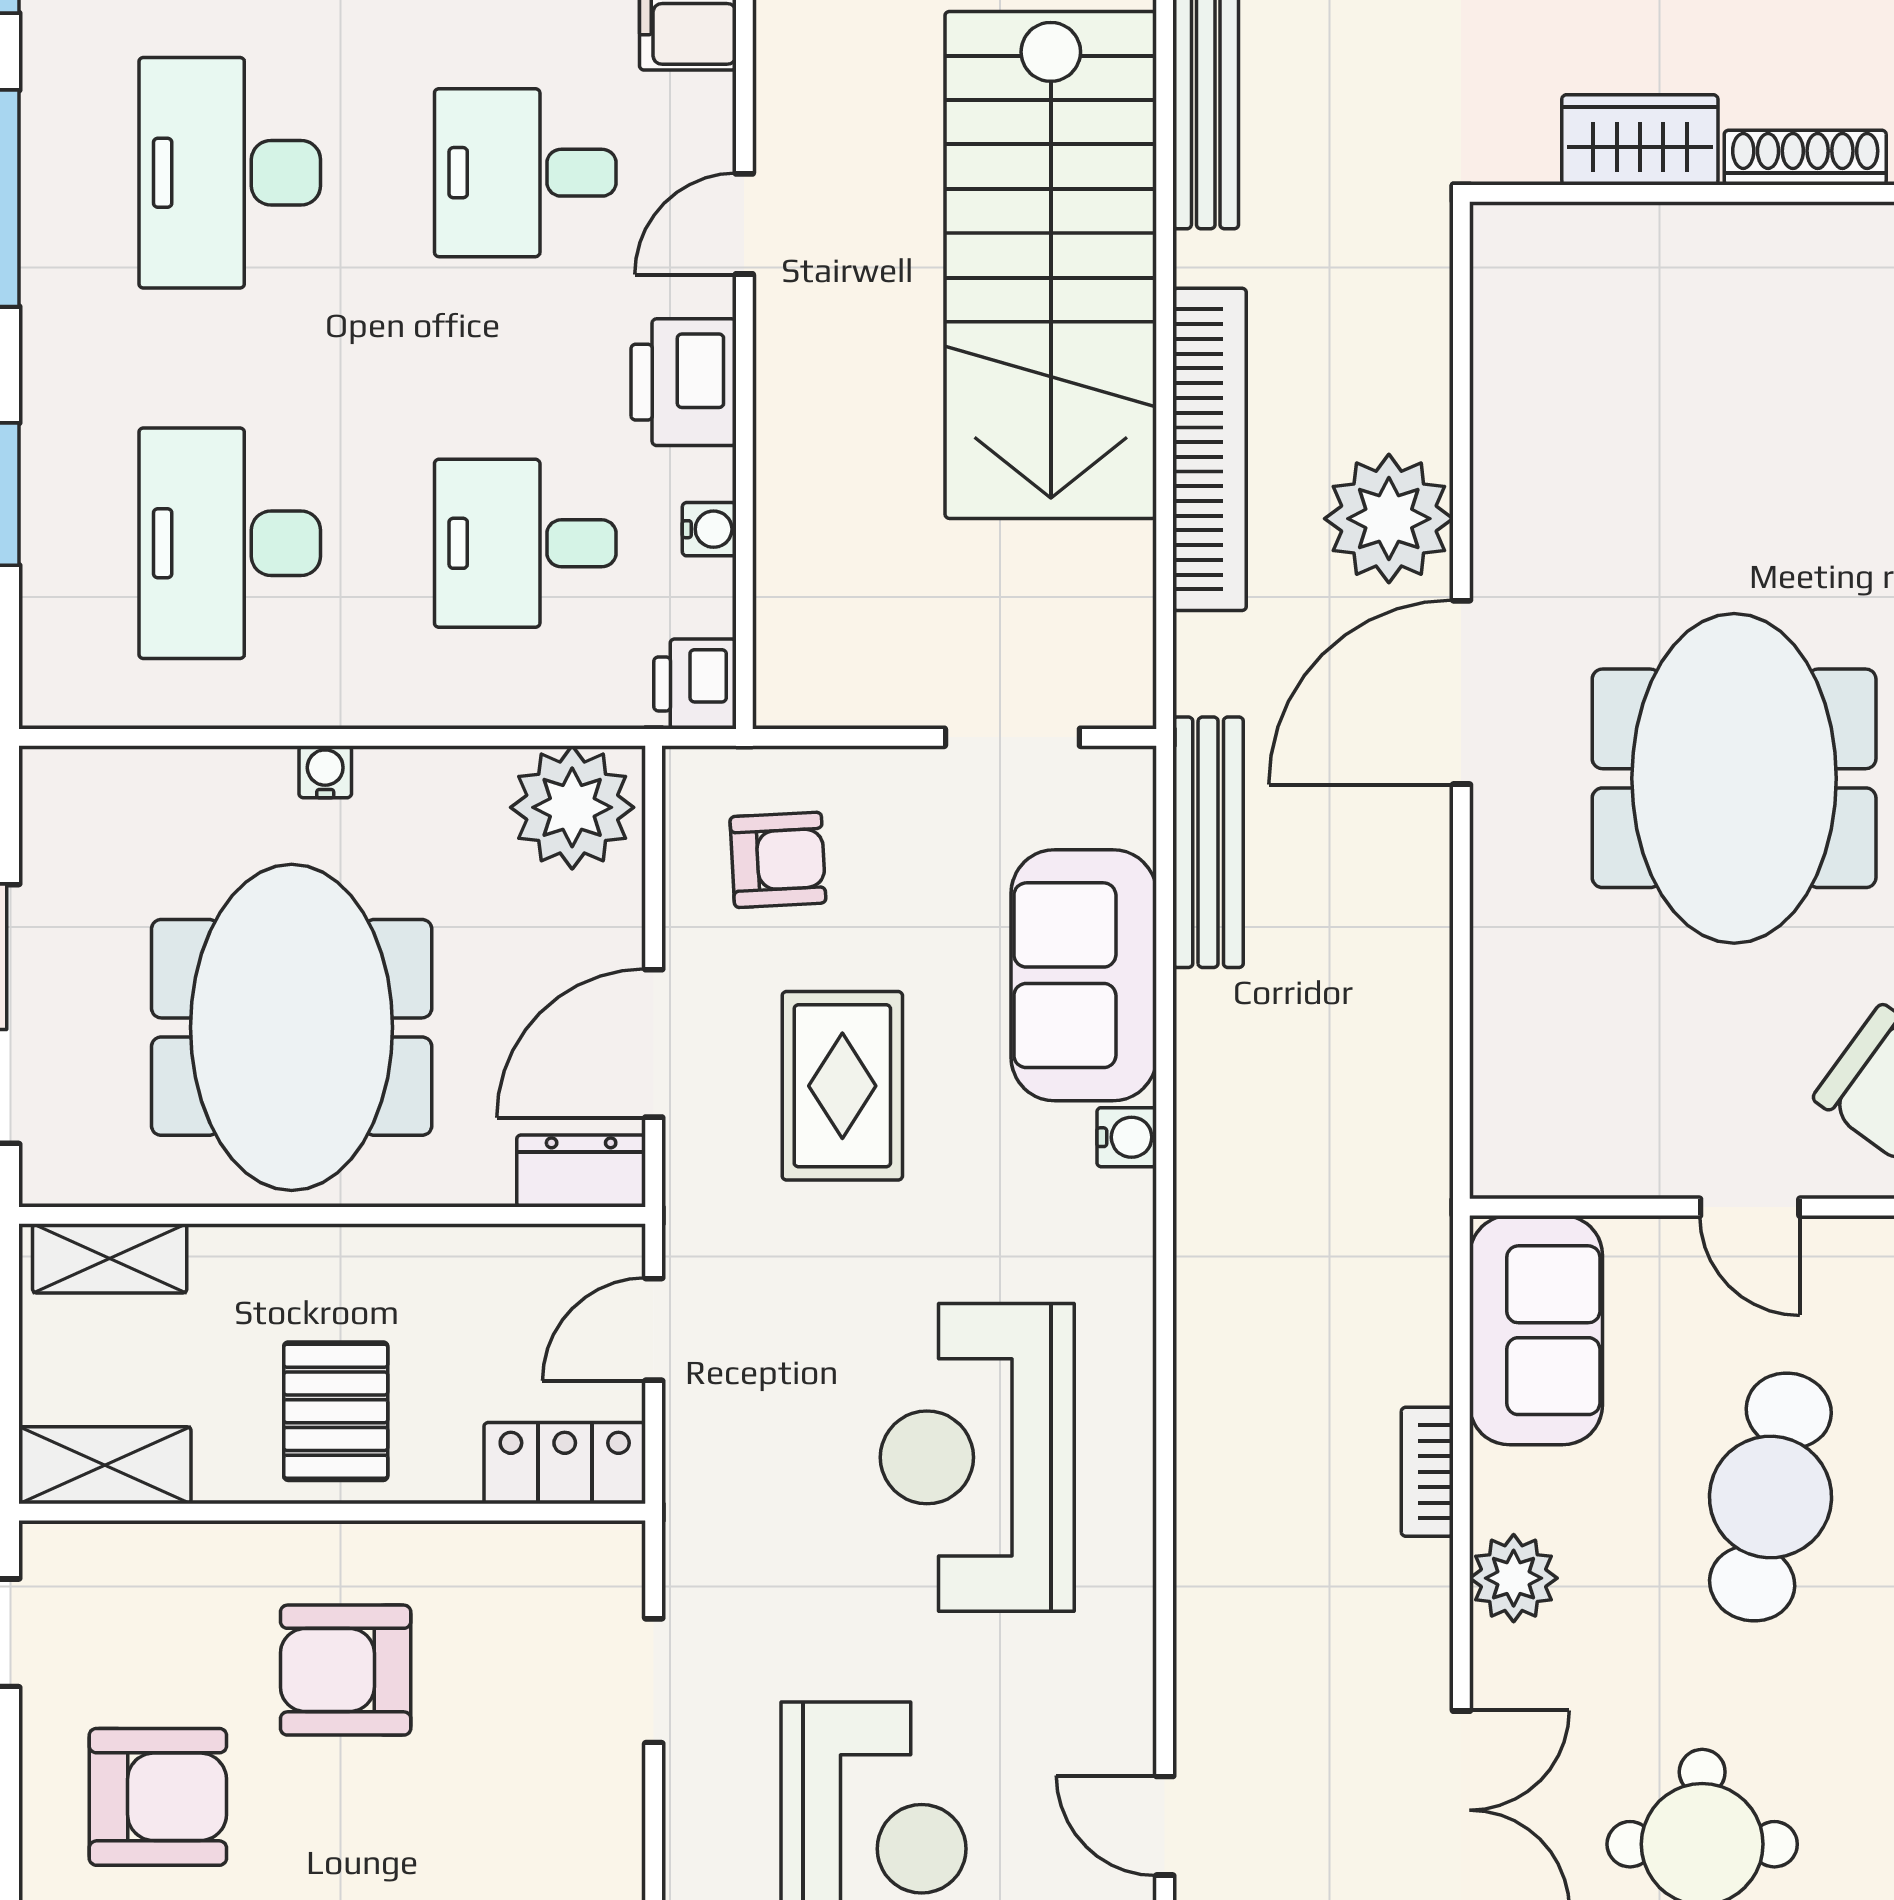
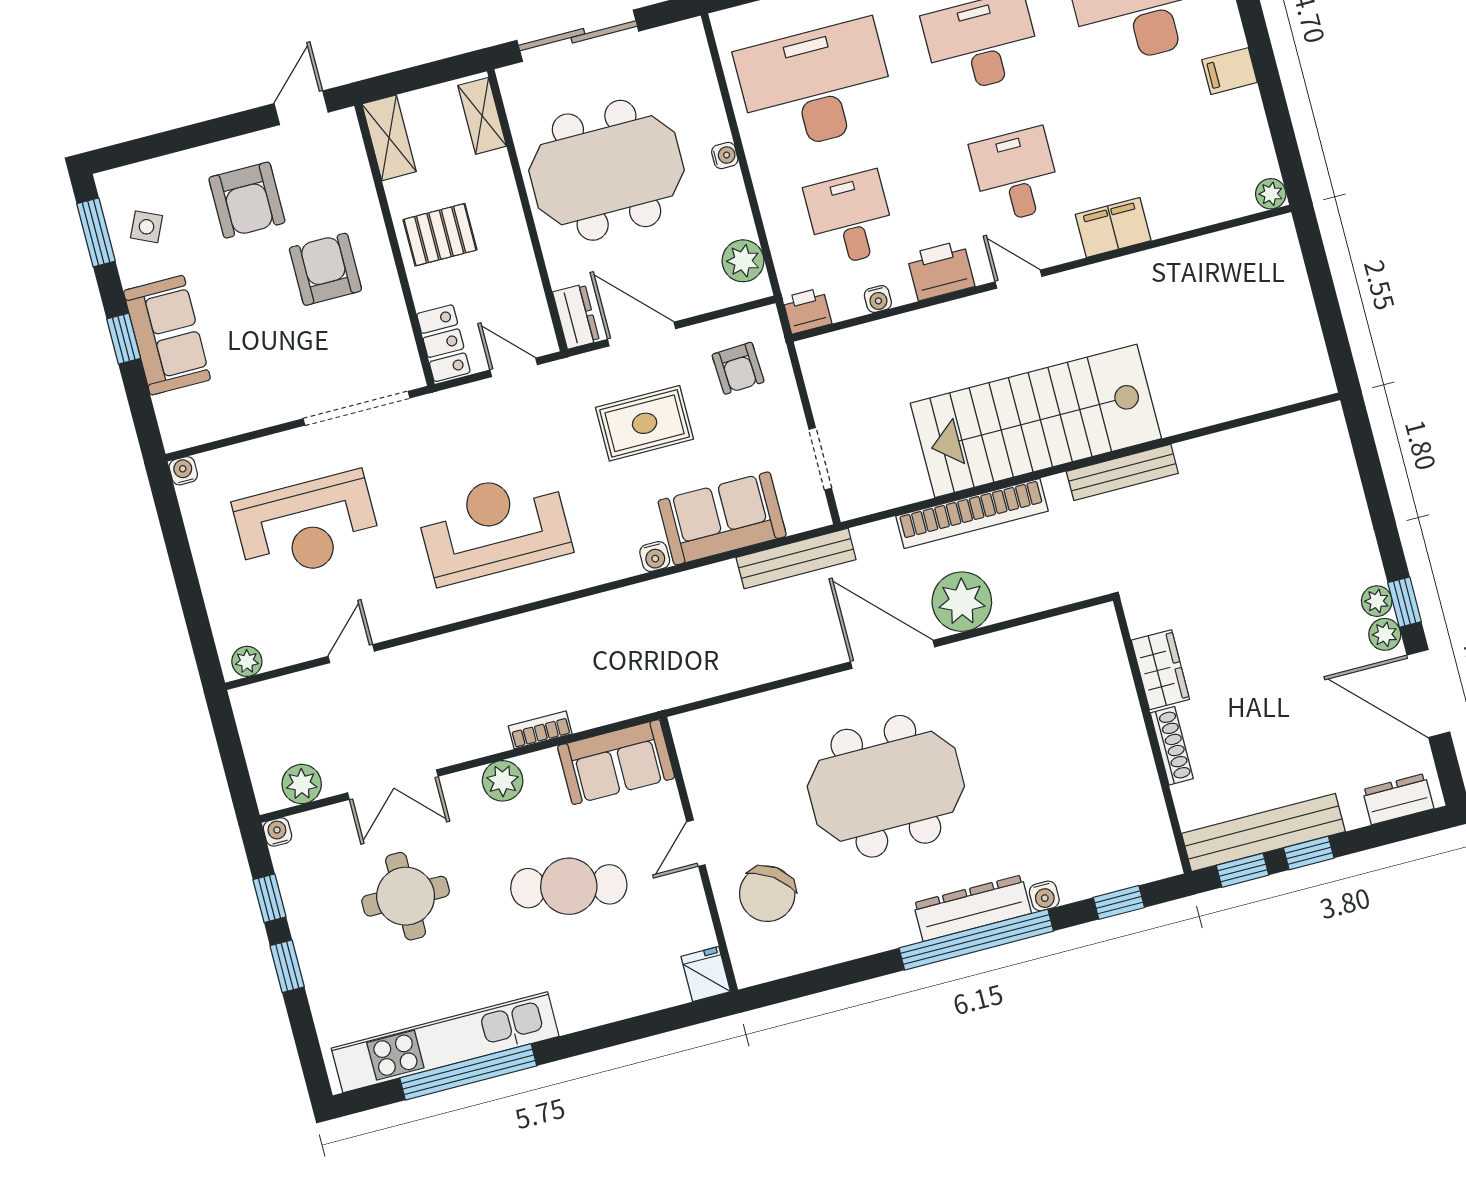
desk: (230, 543) -> (816, 86), width x1.36, depth x1.30
plant: (572, 807) -> (743, 261), width x0.73, depth x0.73
doorway: (654, 1681) -> (357, 408), width x1.88

